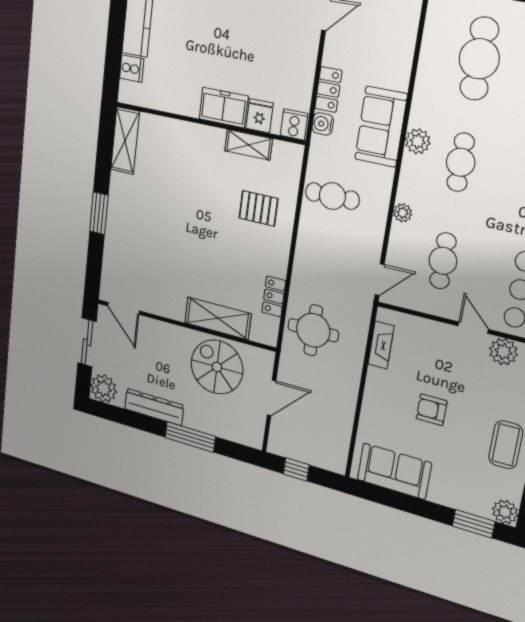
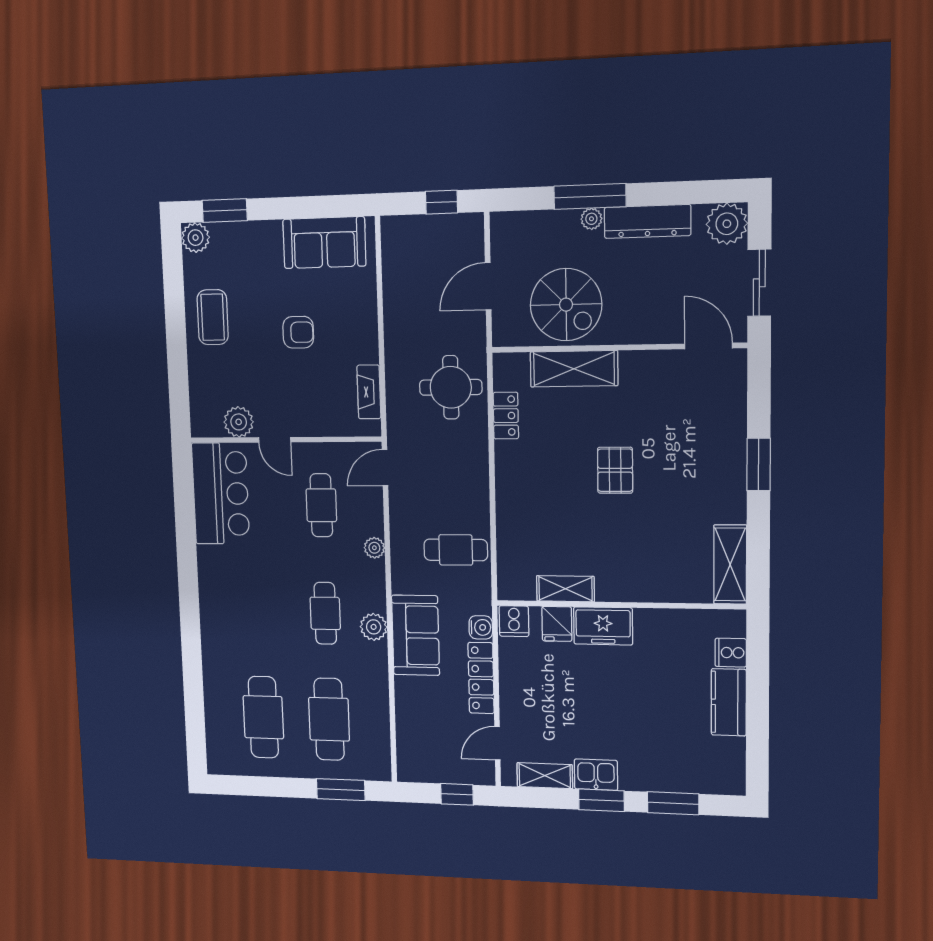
locker: (328, 90) -> (481, 678), width x1.53
pallet: (258, 208) -> (615, 470), moved, turned 90
plant: (191, 421) -> (591, 219), added

